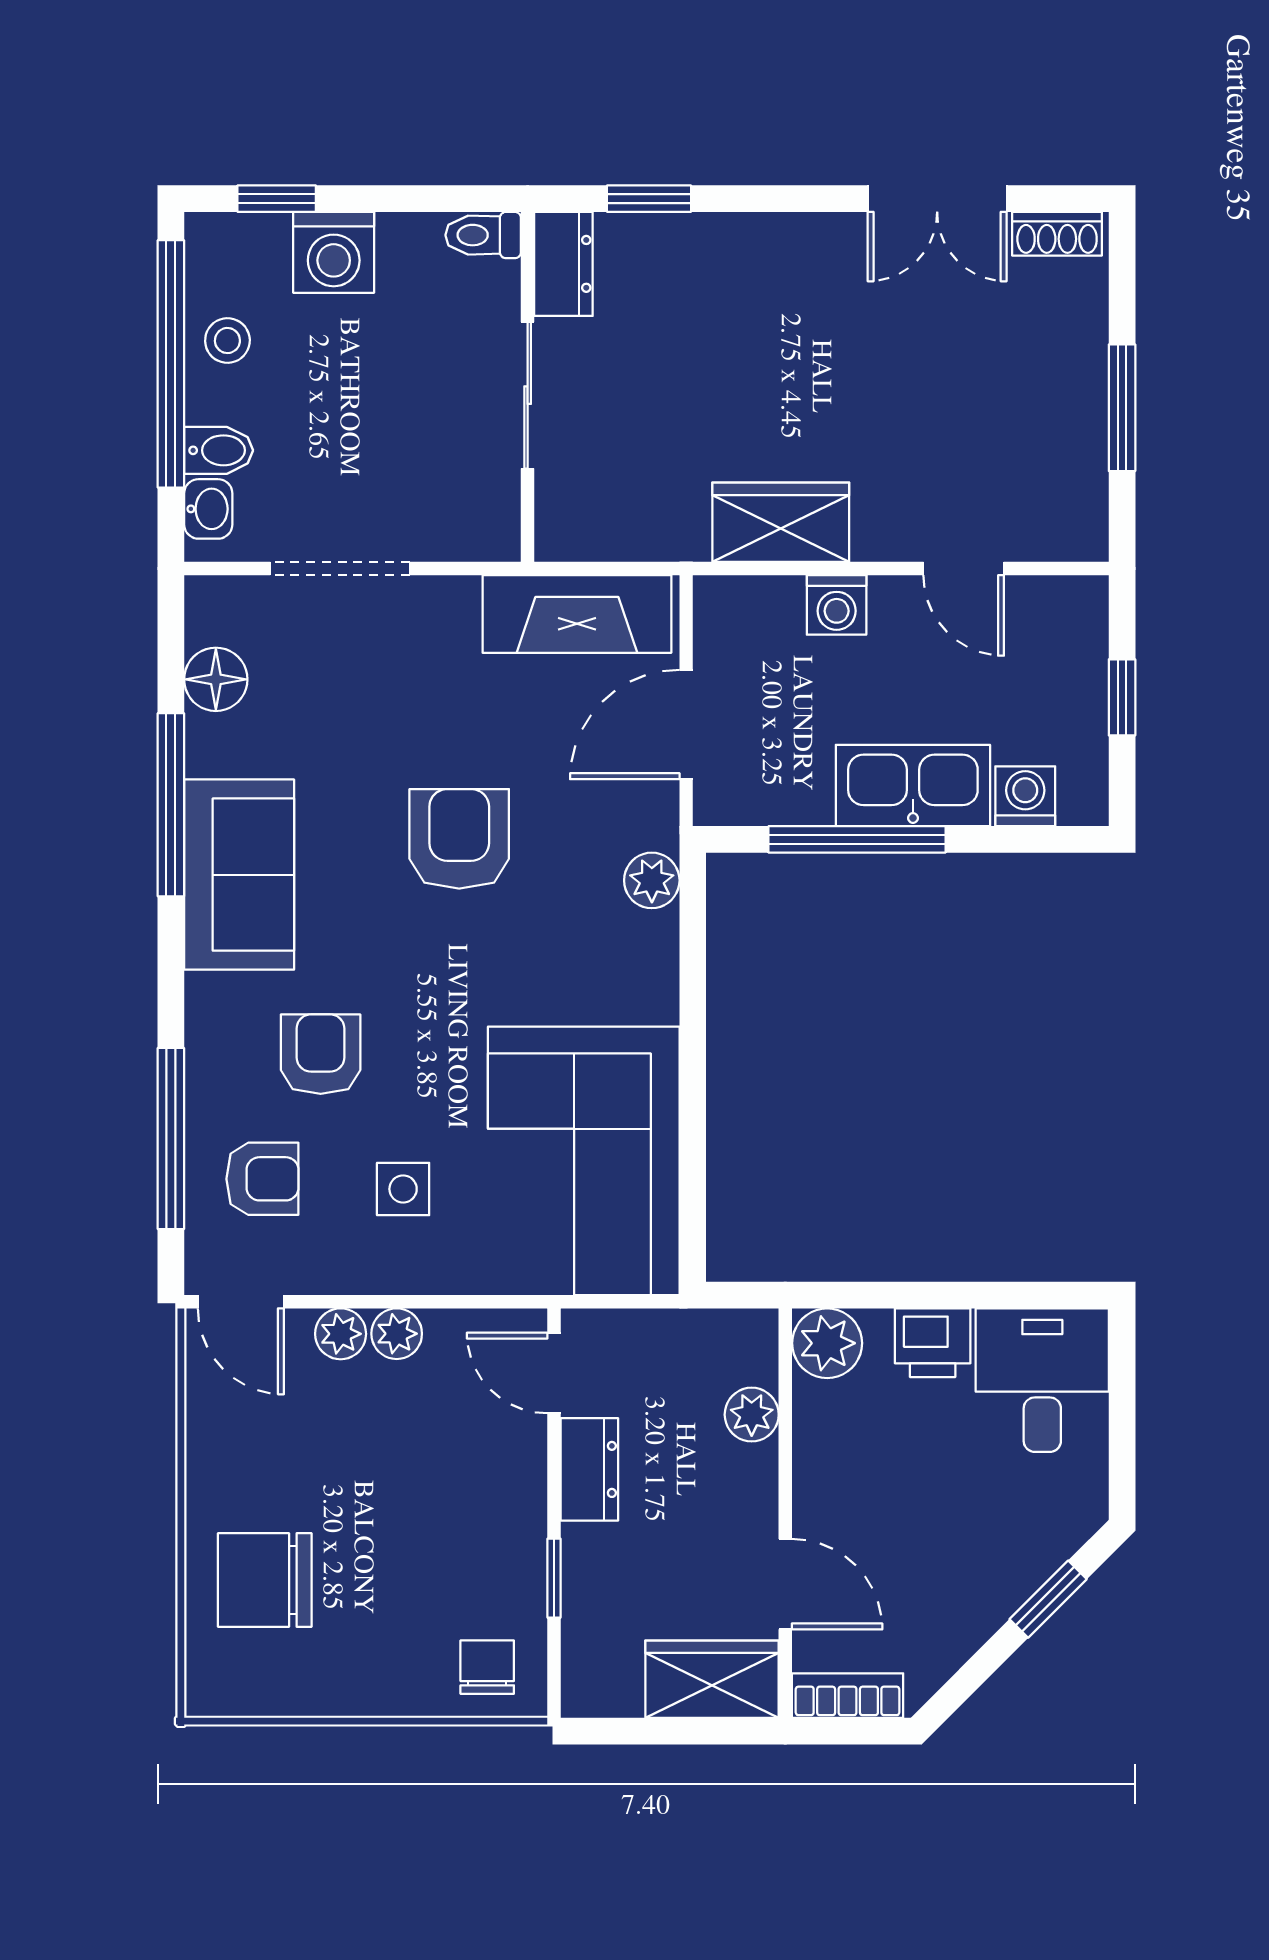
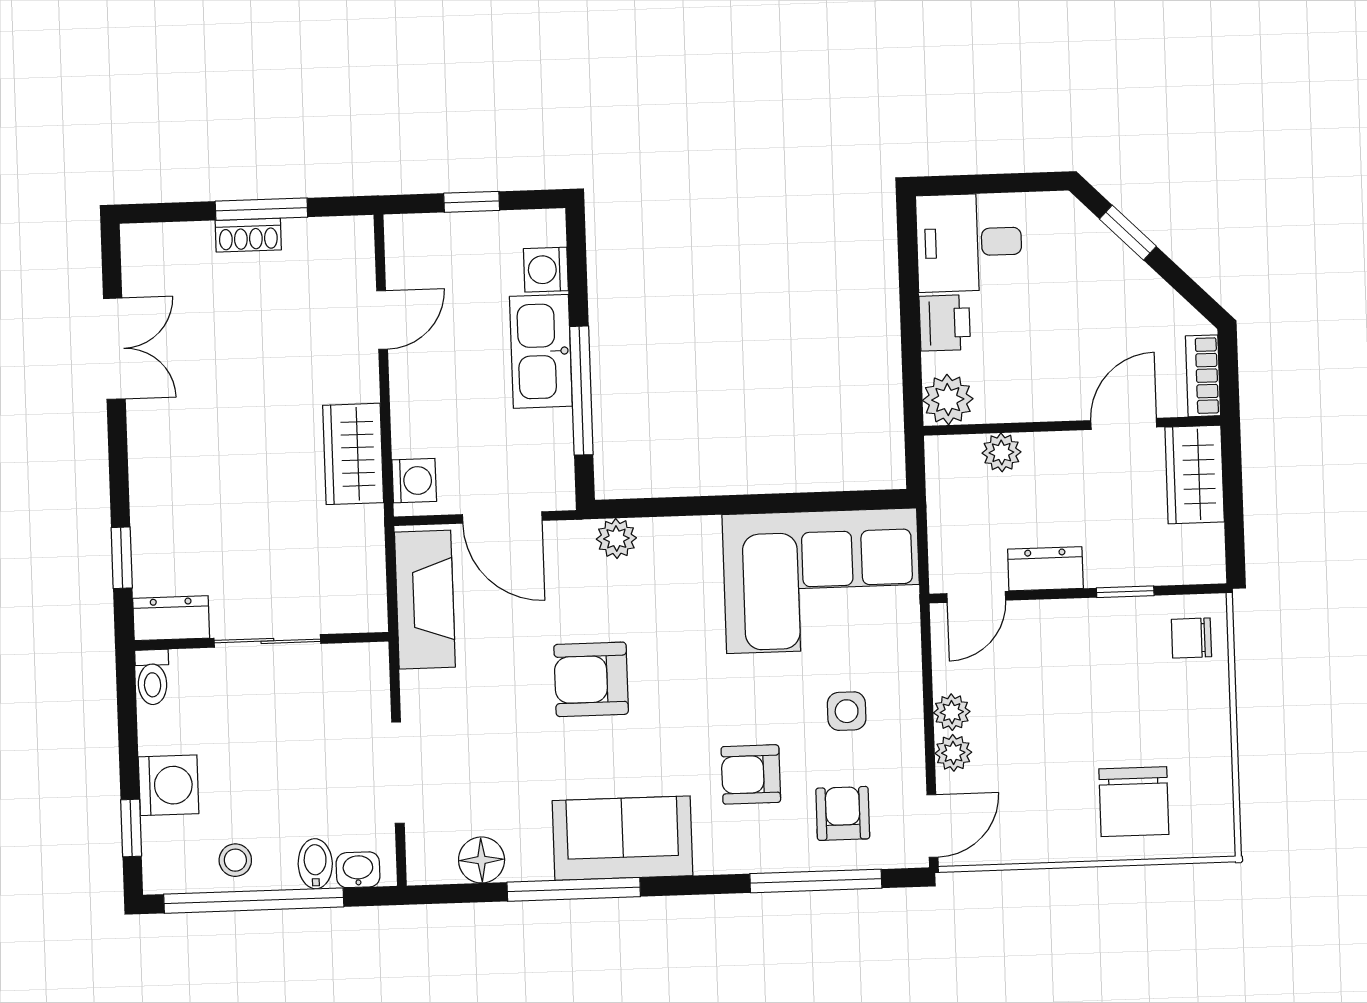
shoe rack: (1057, 234) -> (248, 235), moved, turned 90
washing machine: (837, 605) -> (414, 481), moved

